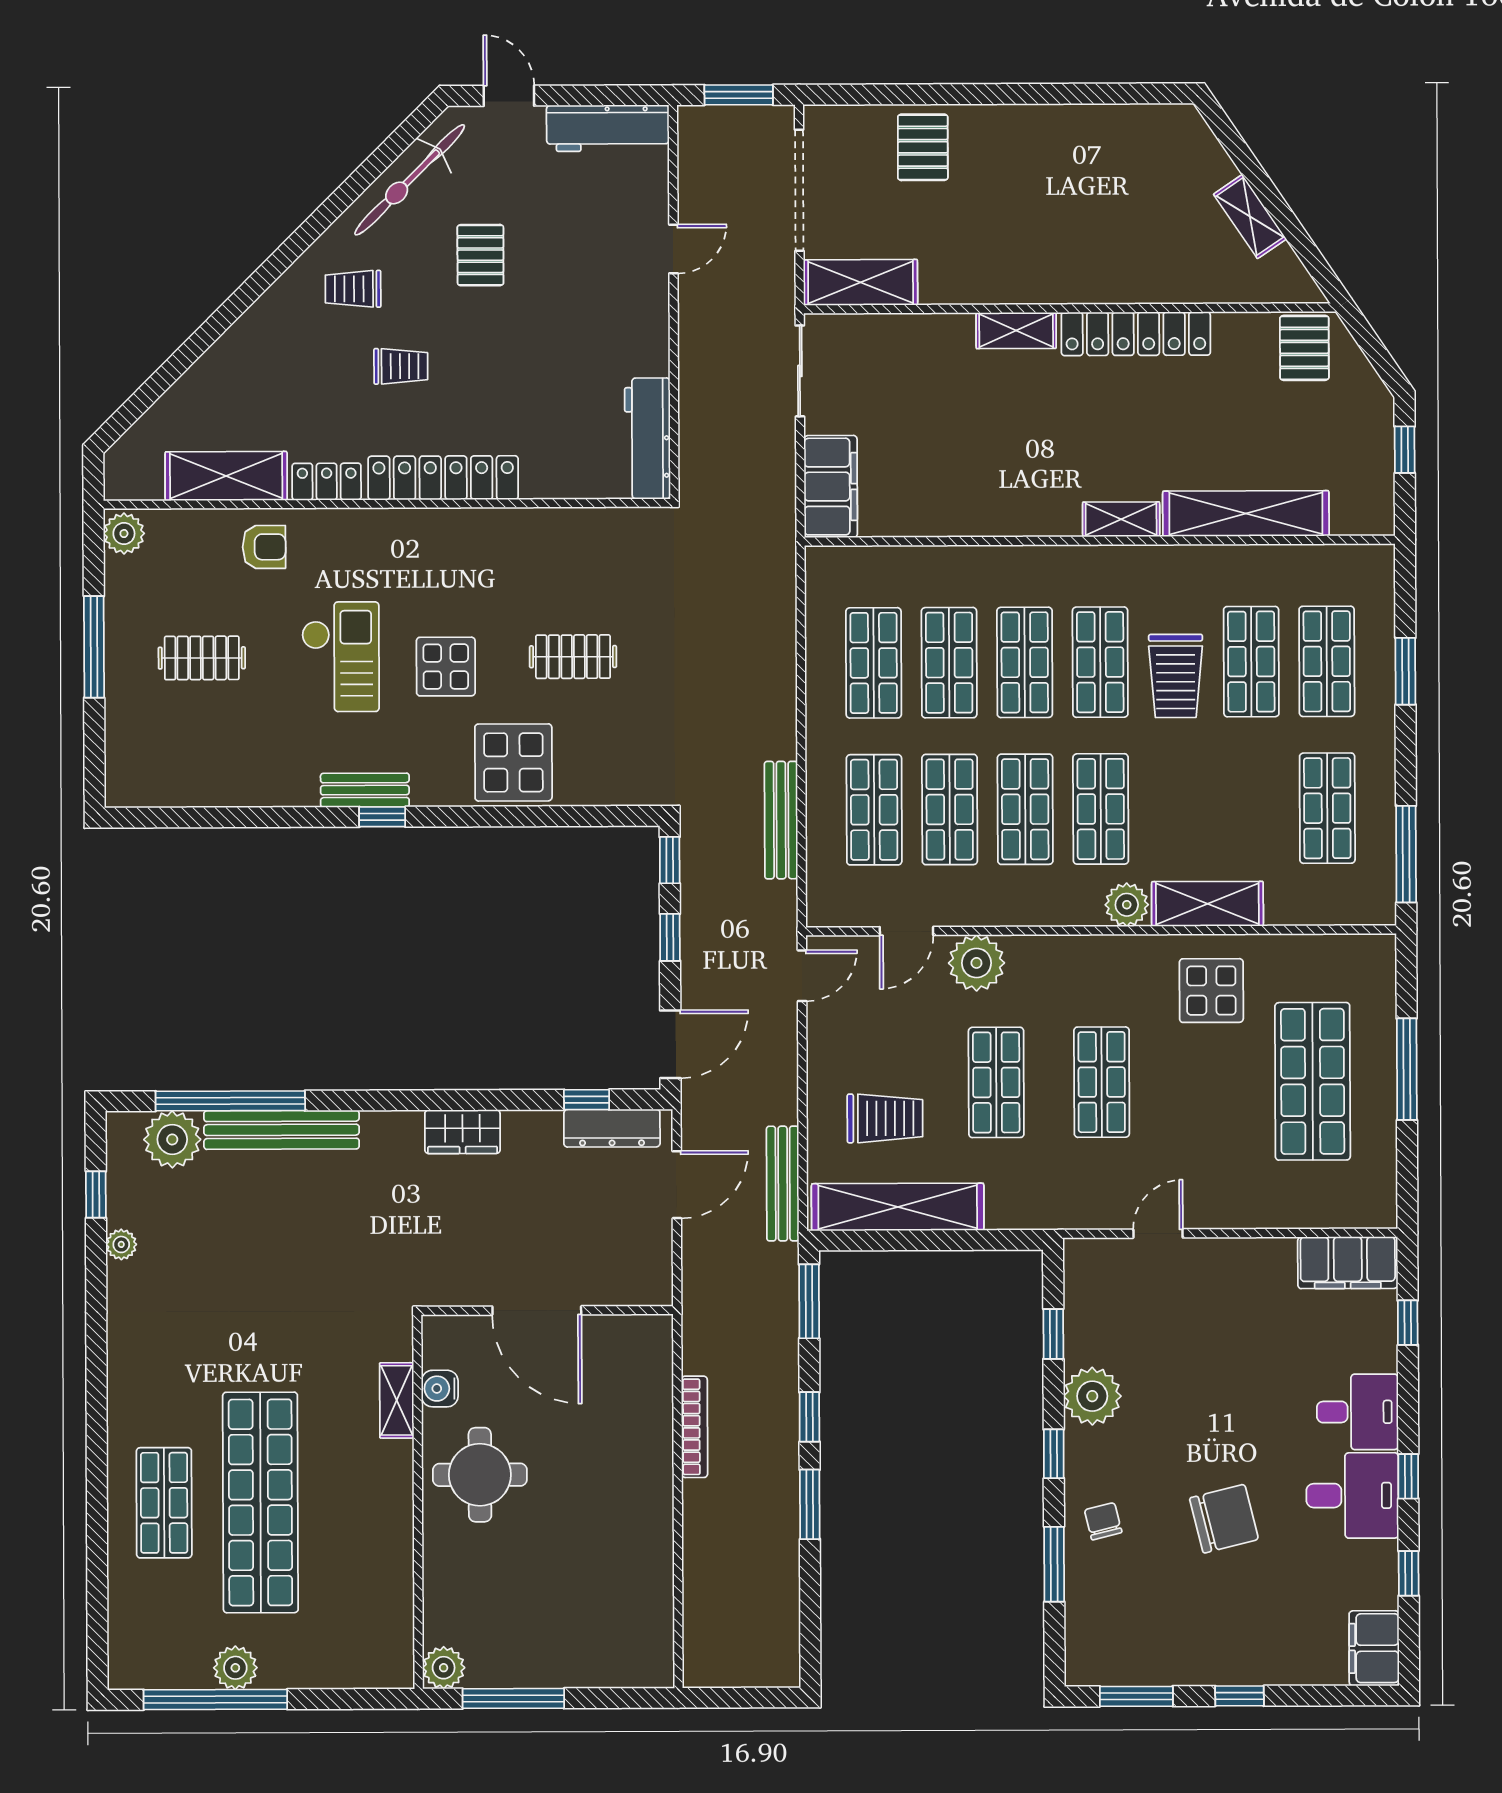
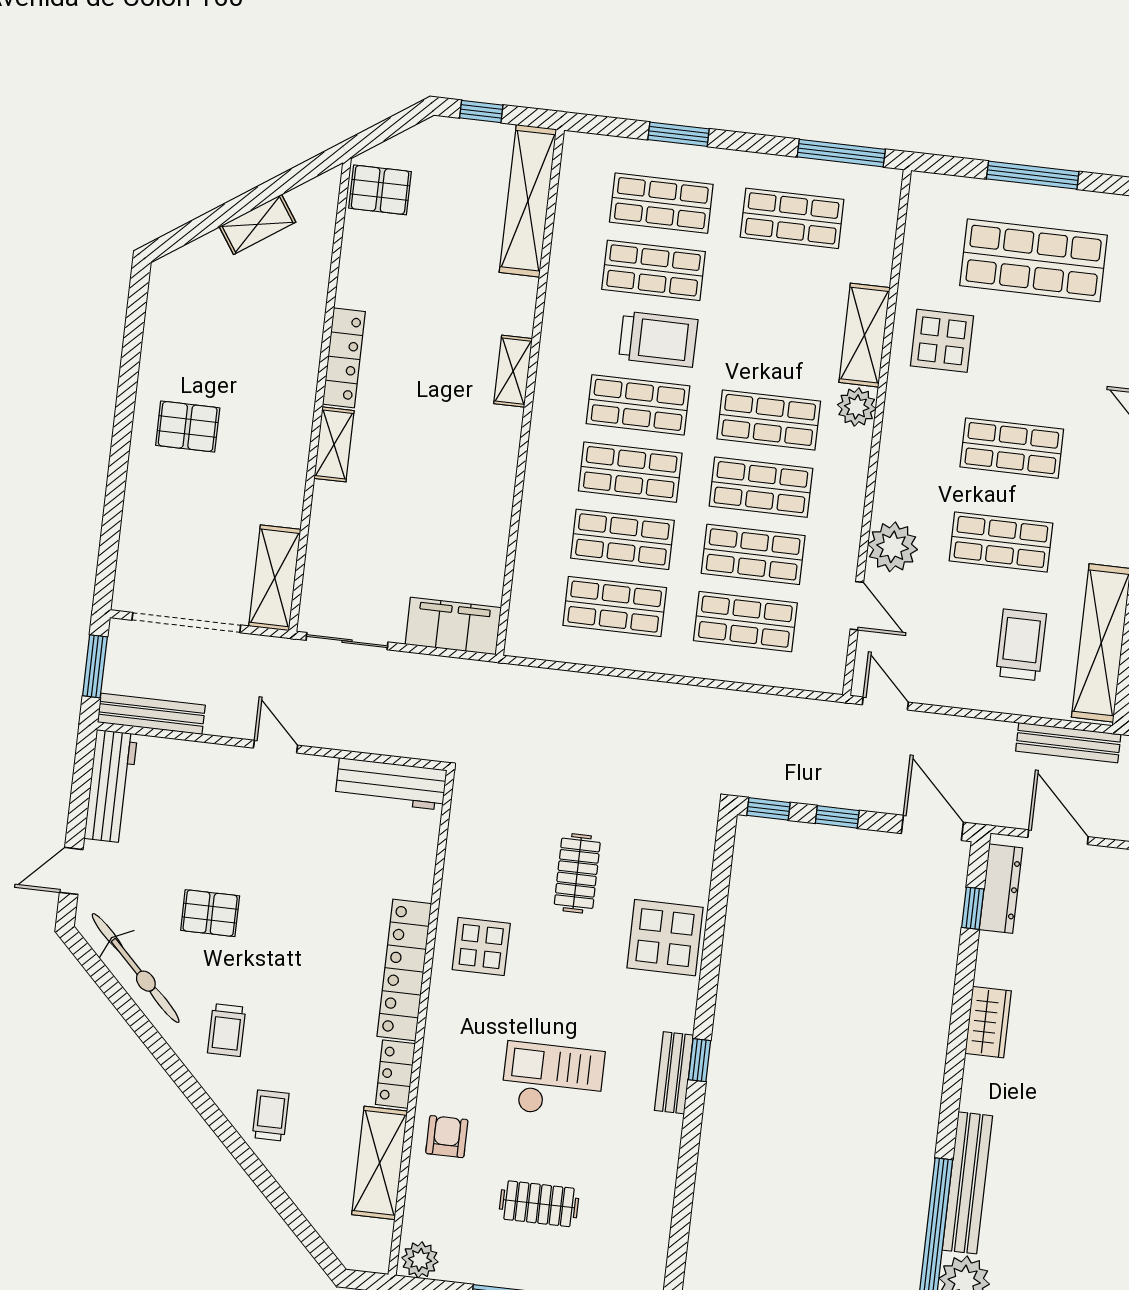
pallet: (923, 147) -> (188, 427), moved
door: (673, 249) -> (276, 747), moved
locker: (1136, 334) -> (344, 358), width x0.71, depth x0.83
trolley: (401, 366) -> (271, 1116), moved
shelving: (1246, 513) -> (528, 201), moved
clothes rail: (202, 658) -> (539, 1204), turned 90
display table: (446, 667) -> (481, 946), moved
bench: (781, 820) -> (151, 714), moved

